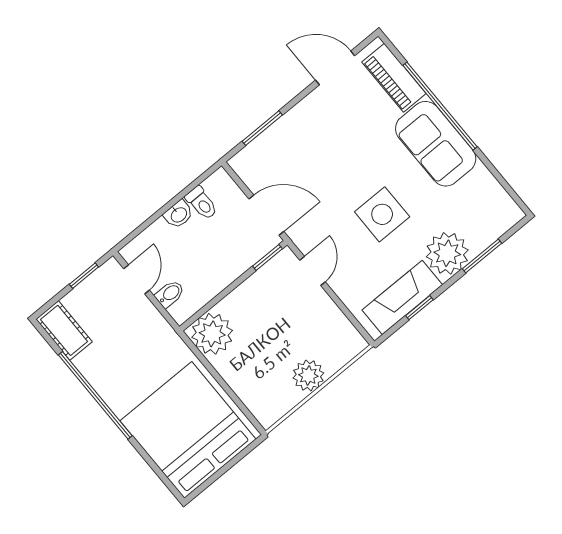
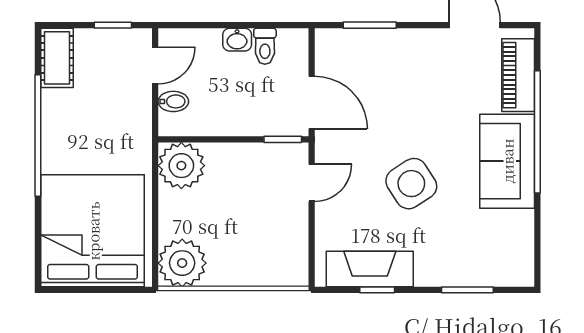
side table: (382, 214) -> (411, 184), turned -33
plant: (447, 253) -> (439, 263), removed
plant: (308, 376) -> (182, 263), moved, width x1.36, depth x1.36

